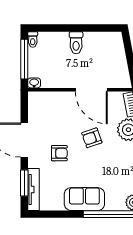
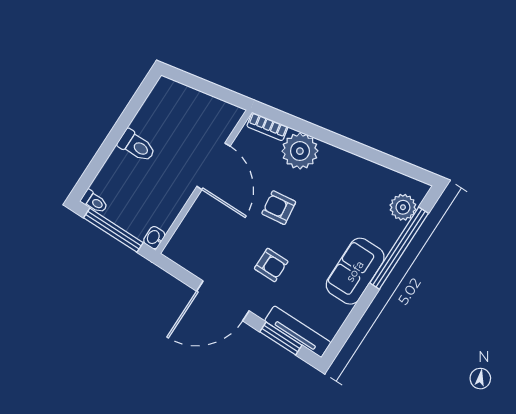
door: (91, 90) -> (213, 166), hinge flipped
armchair: (92, 138) -> (279, 208), turned 102
armchair: (59, 153) -> (271, 265), turned 90

